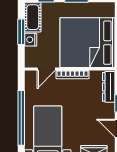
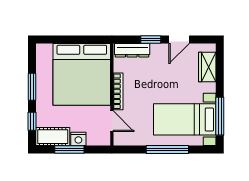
window: (21, 118) -> (167, 150), width x0.68

